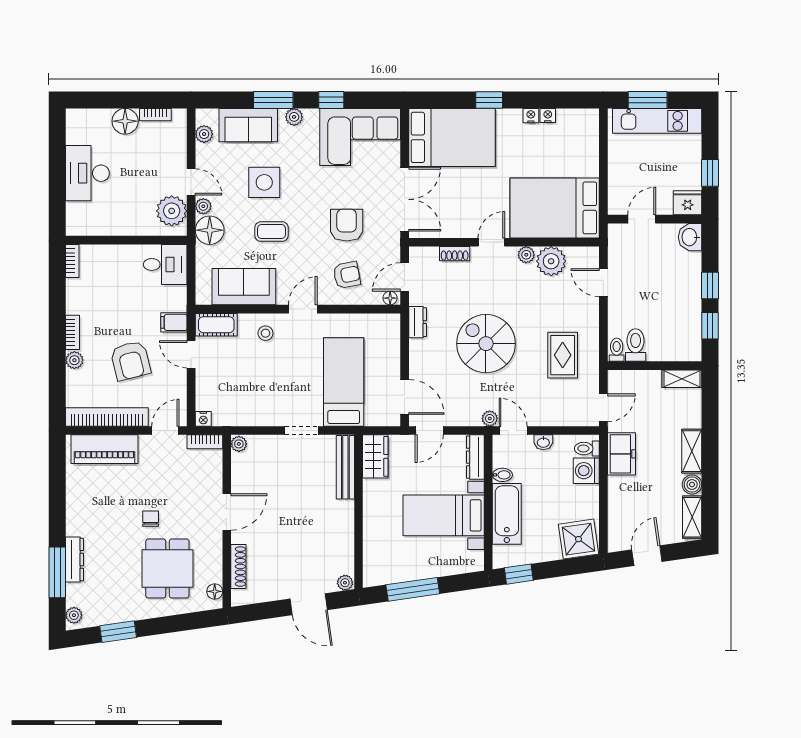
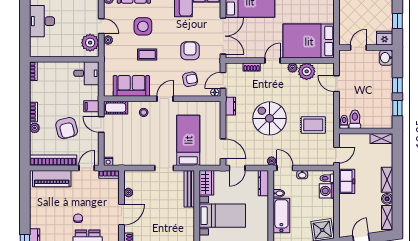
floor lamp: (210, 230) -> (112, 54), removed
rug: (563, 355) -> (313, 125), turned 90
plant: (239, 444) -> (128, 193), moved
bed with nightstands: (444, 515) -> (222, 216), moved, turned 180

